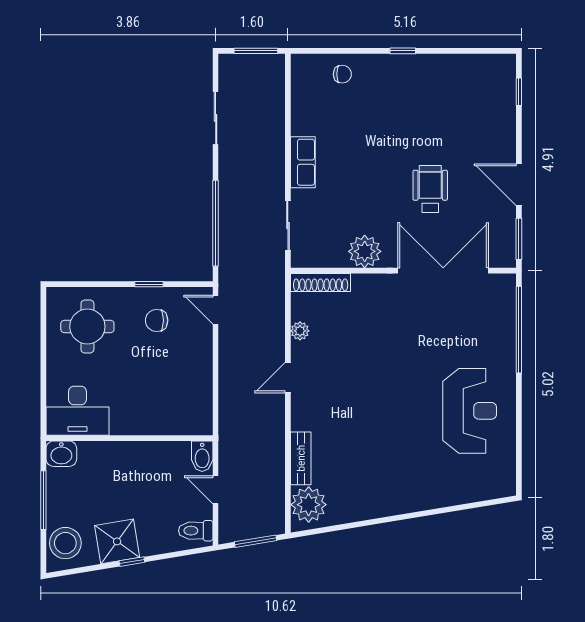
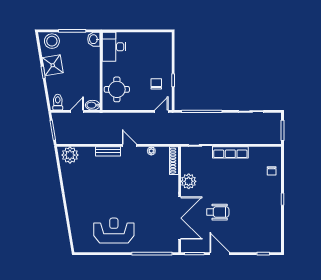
row of seats: (303, 162) -> (230, 152), width x1.48
door: (519, 185) -> (220, 254), hinge flipped
round table: (87, 327) -> (117, 89), moved
reception desk: (470, 411) -> (114, 231), turned 180
bench: (301, 458) -> (108, 151), moved

